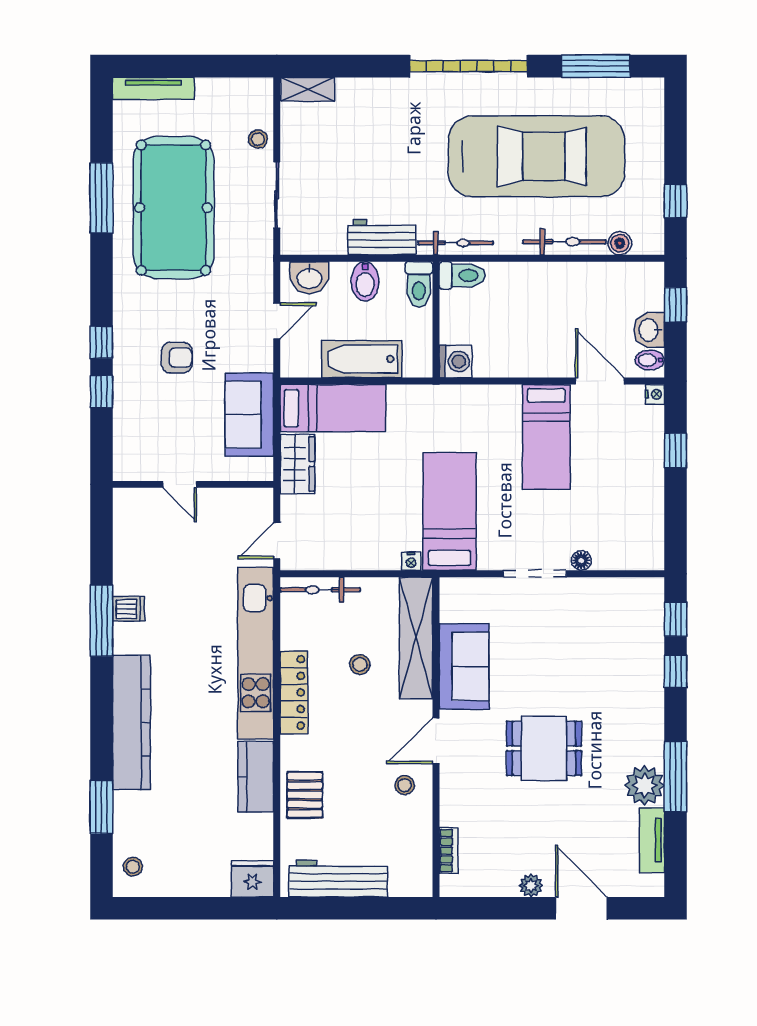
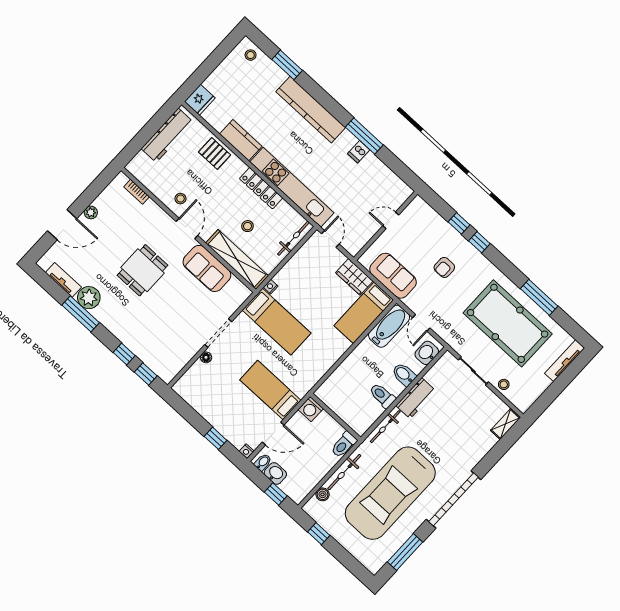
toilet: (462, 275) -> (344, 445), moved
wall: (436, 320) -> (335, 417), moved
bathtub: (362, 359) -> (389, 326), moved
washing machine: (456, 361) -> (311, 409), moved

